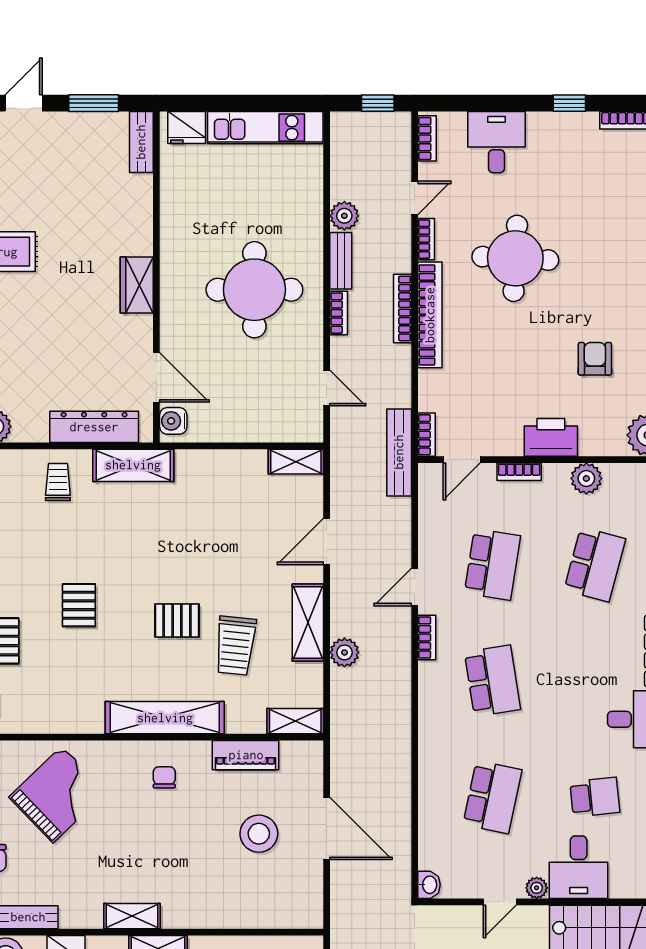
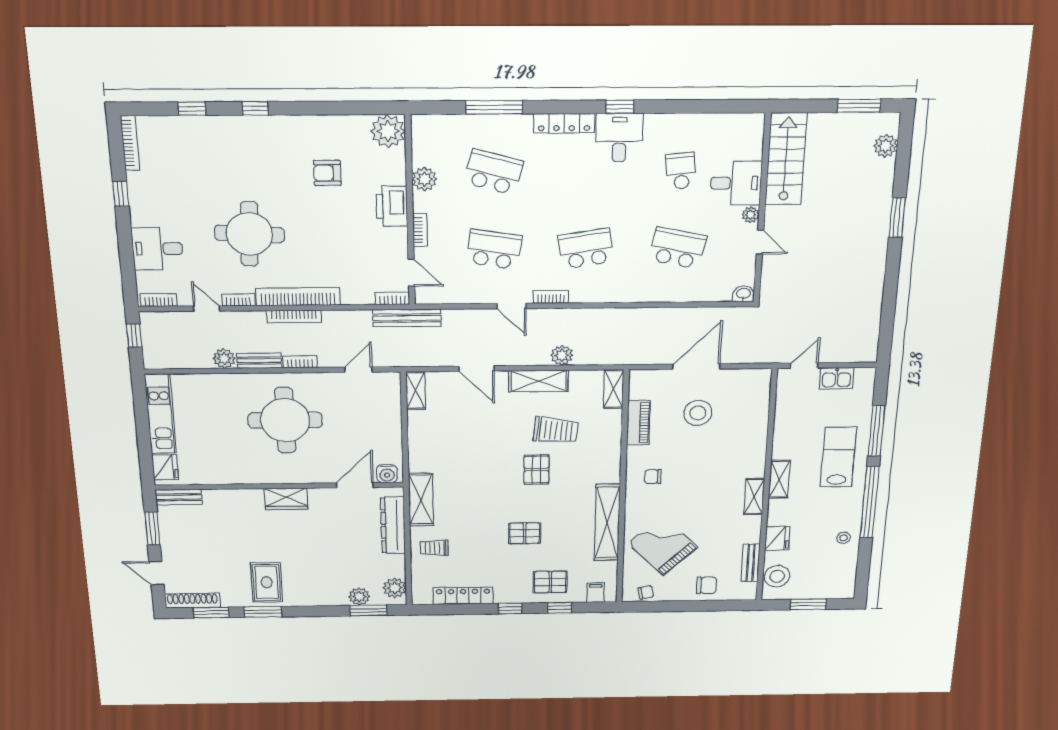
shelving: (165, 718) -> (607, 523), moved

